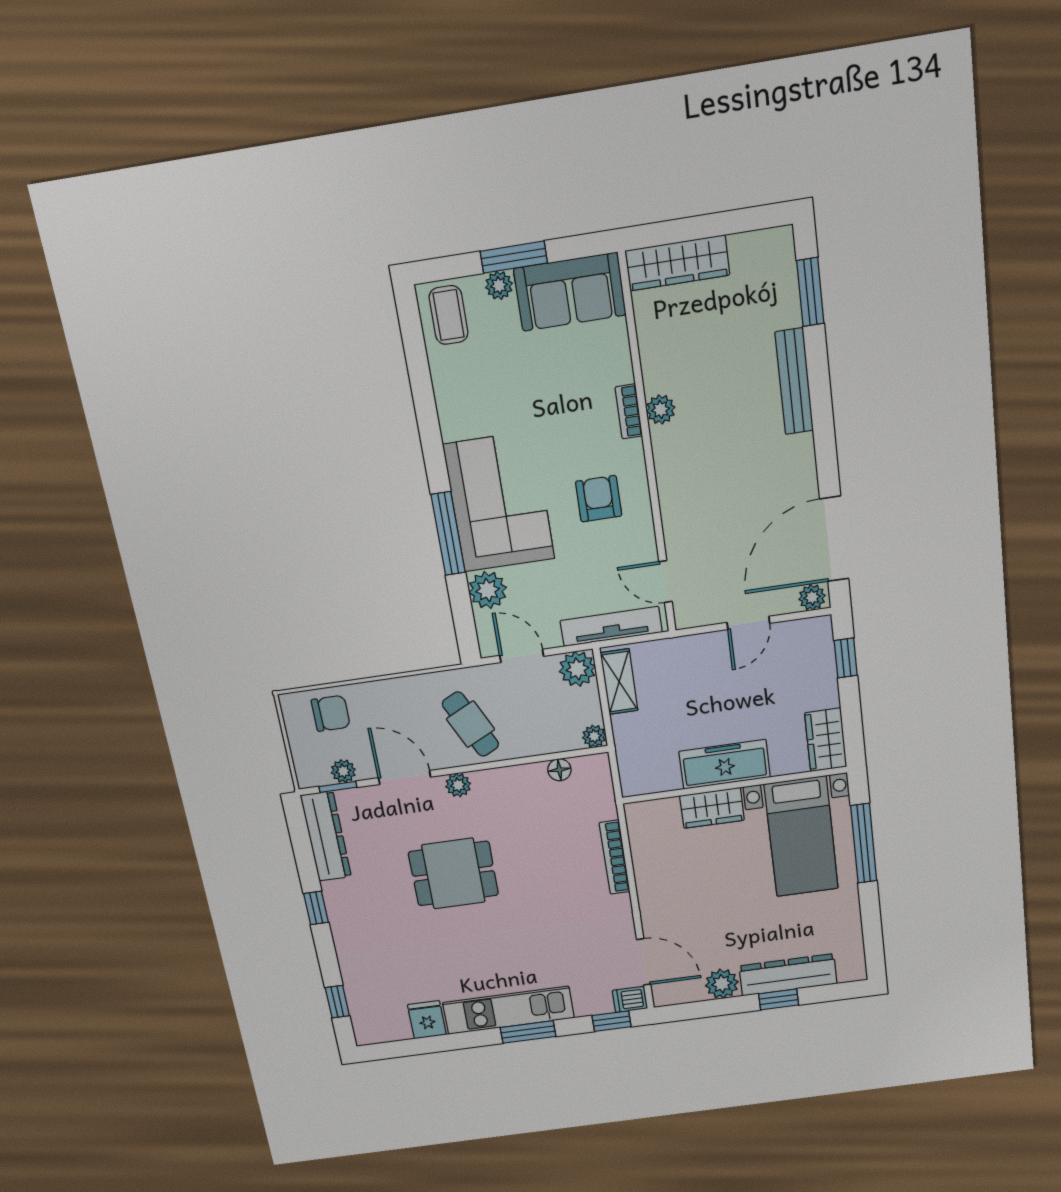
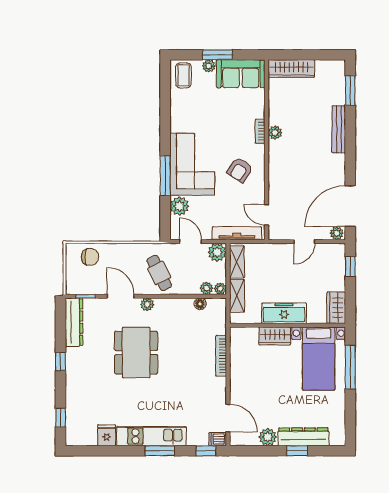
armchair: (599, 499) -> (240, 170), turned -147
shelving: (629, 745) -> (237, 296), added
plant: (343, 771) -> (207, 288), moved
dining table: (453, 874) -> (136, 353), width x1.38

